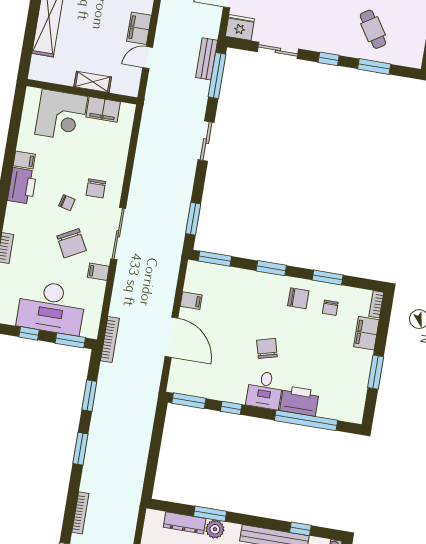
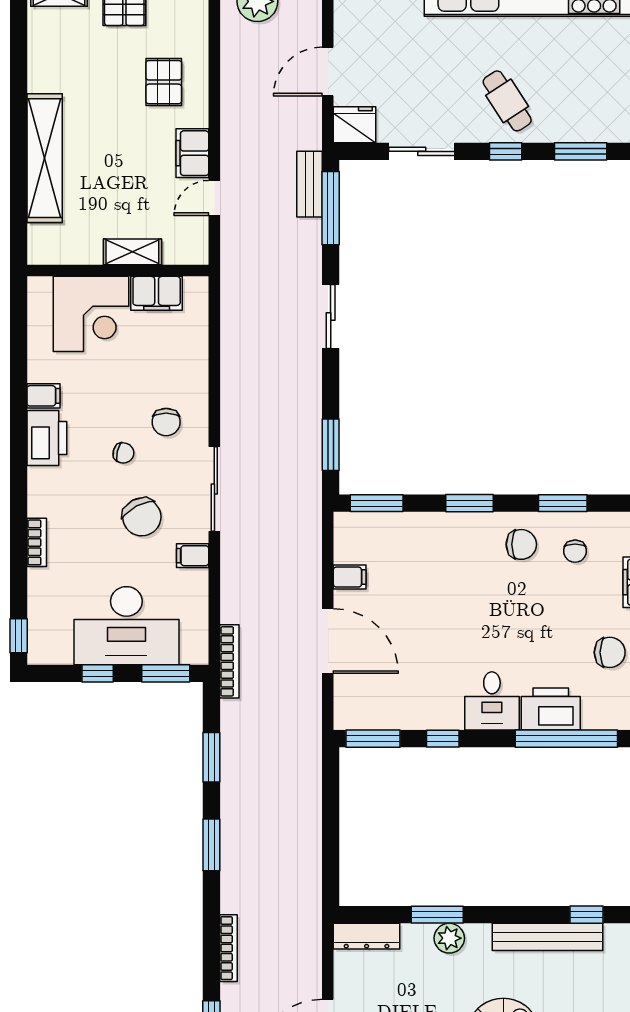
cafe table: (373, 29) -> (507, 101), moved
chair: (267, 348) -> (610, 652), moved, turned 105
dresser: (185, 523) -> (367, 936), moved

